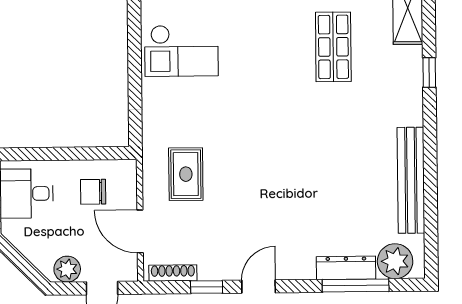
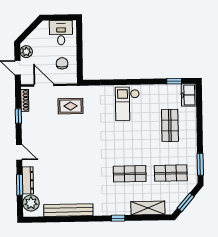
door: (140, 231) -> (44, 85), hinge flipped
window: (356, 285) -> (20, 185), width x0.69
door: (259, 286) -> (19, 152), moved

